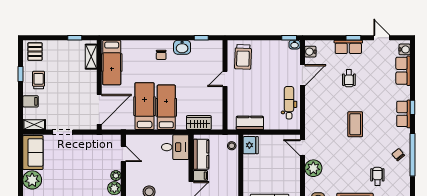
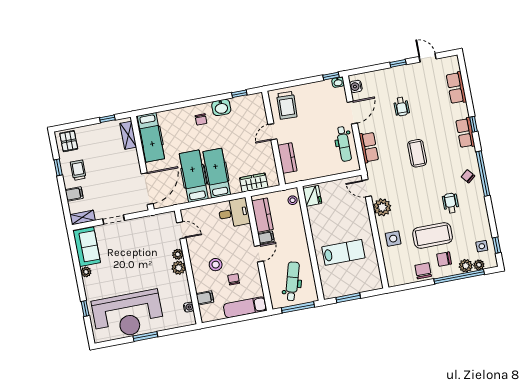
row of seats: (348, 47) -> (369, 147), moved, turned -90
water cooler: (405, 49) -> (454, 65), removed
dental chair: (289, 103) -> (344, 144), turned 180
kitchen counter: (250, 123) -> (287, 158), moved, turned 90
plant: (32, 180) -> (86, 272), width x0.53, depth x0.53

